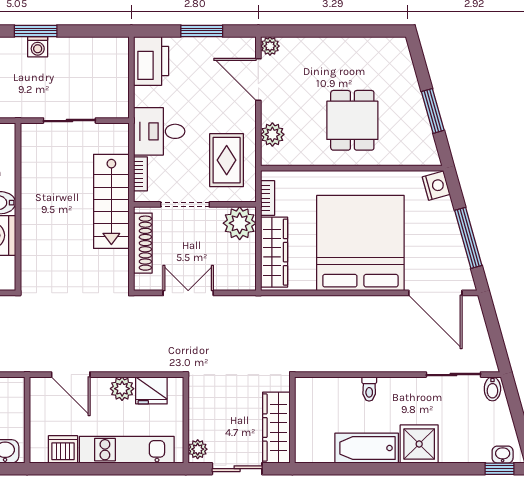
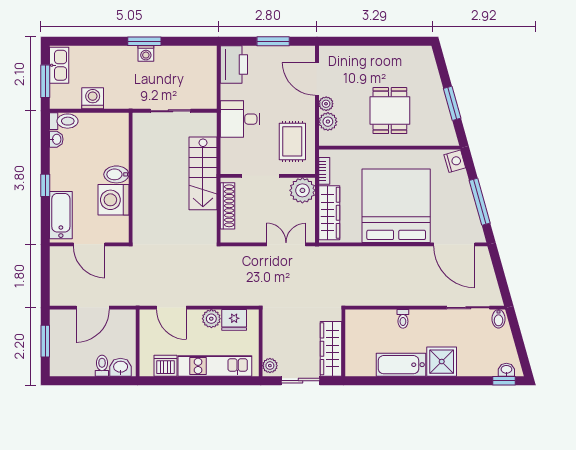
plant: (270, 46) -> (326, 104), moved
bookcase: (140, 174) -> (226, 152), removed
double door: (188, 293) -> (286, 244), moved

